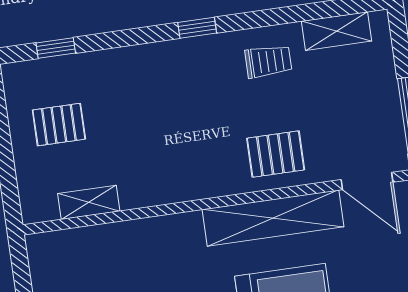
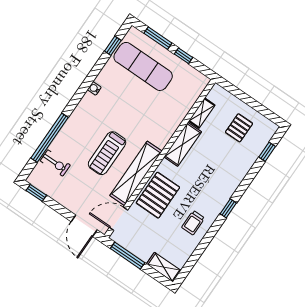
shelving: (337, 31) -> (164, 267), moved, turned 90
pallet: (276, 154) -> (158, 195), width x1.50, depth x1.42
shelving: (163, 188) -> (183, 144), added

